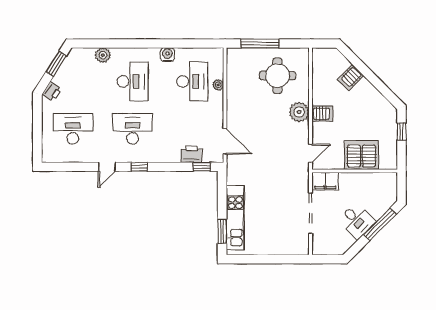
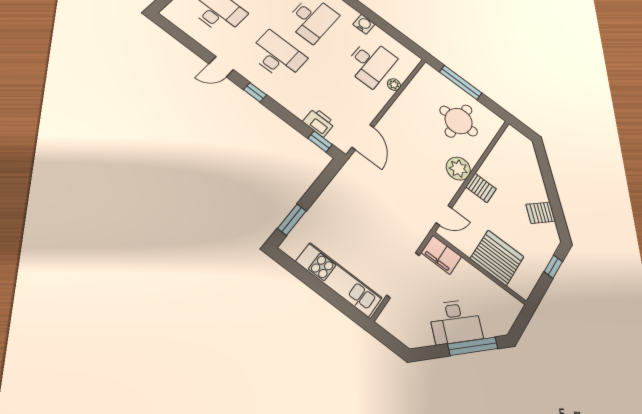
server rack: (351, 78) -> (541, 213), moved
kitchen unit: (235, 218) -> (339, 280), moved, turned -90
desk: (357, 221) -> (456, 322), width x1.37

